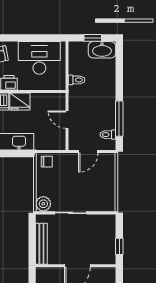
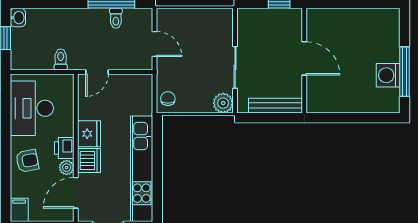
washbasin: (102, 50) -> (18, 18), width x0.52, depth x0.69
door: (67, 120) -> (97, 72), moved
toilet: (108, 135) -> (116, 18), moved

